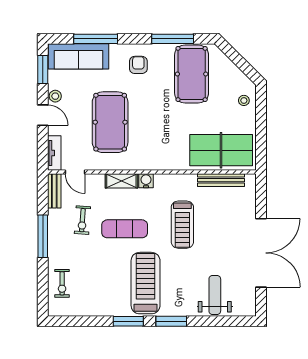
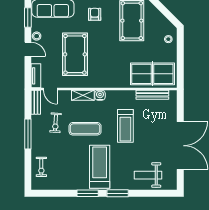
weight bench: (215, 295) -> (148, 175), turned -90

